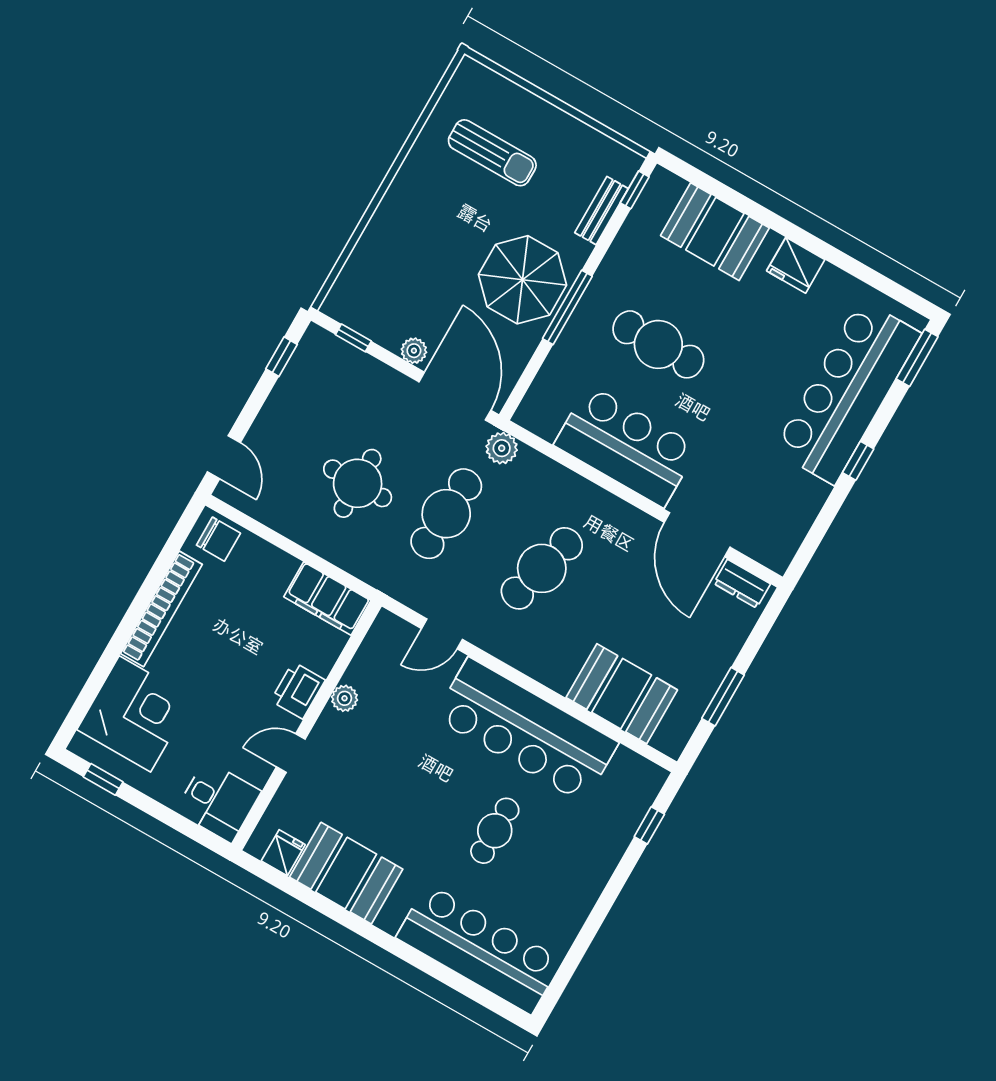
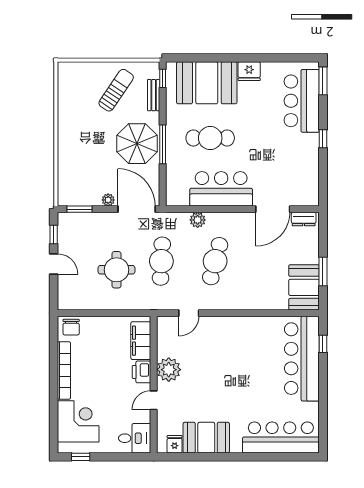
sun lounger: (492, 153) -> (116, 90), moved, turned -56
booth: (715, 232) -> (207, 83), width x1.36, depth x1.42
window: (353, 338) -> (79, 209), width x1.50
bar counter: (847, 392) -> (302, 101), width x0.73
plant: (502, 448) -> (198, 220), moved
door: (224, 457) -> (54, 264), moved
door: (697, 535) -> (273, 209), hinge flipped
chair: (218, 539) -> (71, 327), turned 90
filing cabinet: (327, 599) -> (141, 341), moved, turned 90
booth: (622, 694) -> (304, 287), moved, turned 90
plant: (345, 698) -> (169, 370), width x1.88, depth x1.88
bar counter: (526, 730) -> (302, 359), moved, turned 90
cafe table: (495, 831) -> (259, 384), removed

